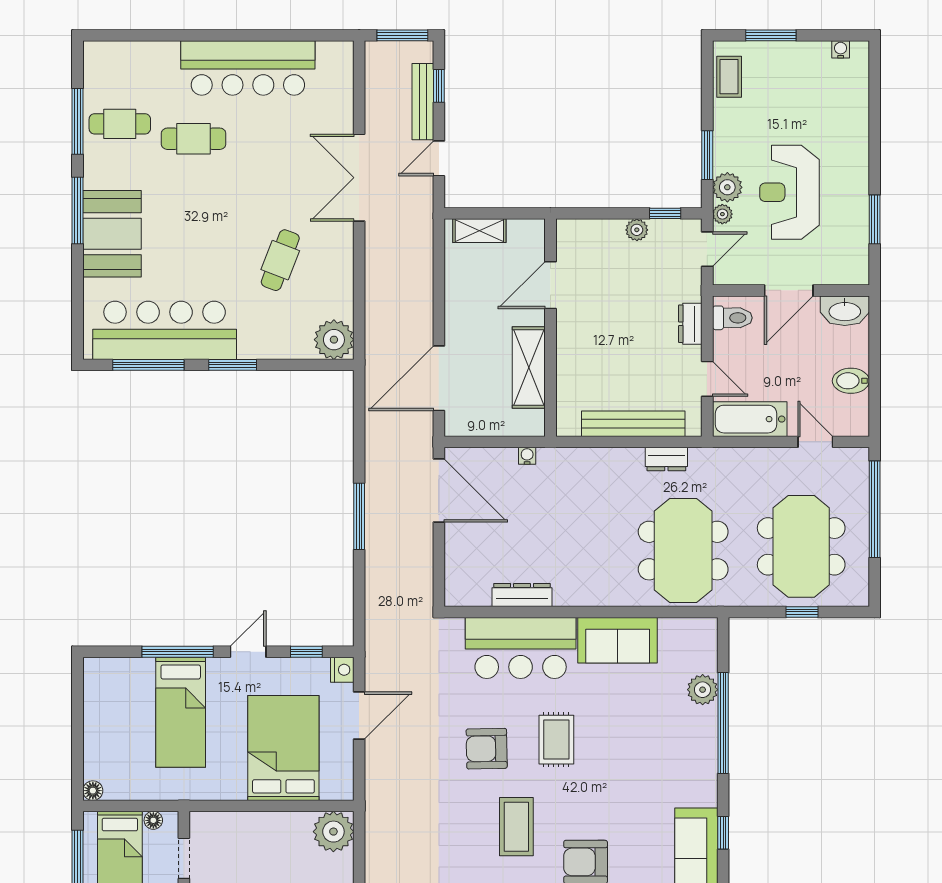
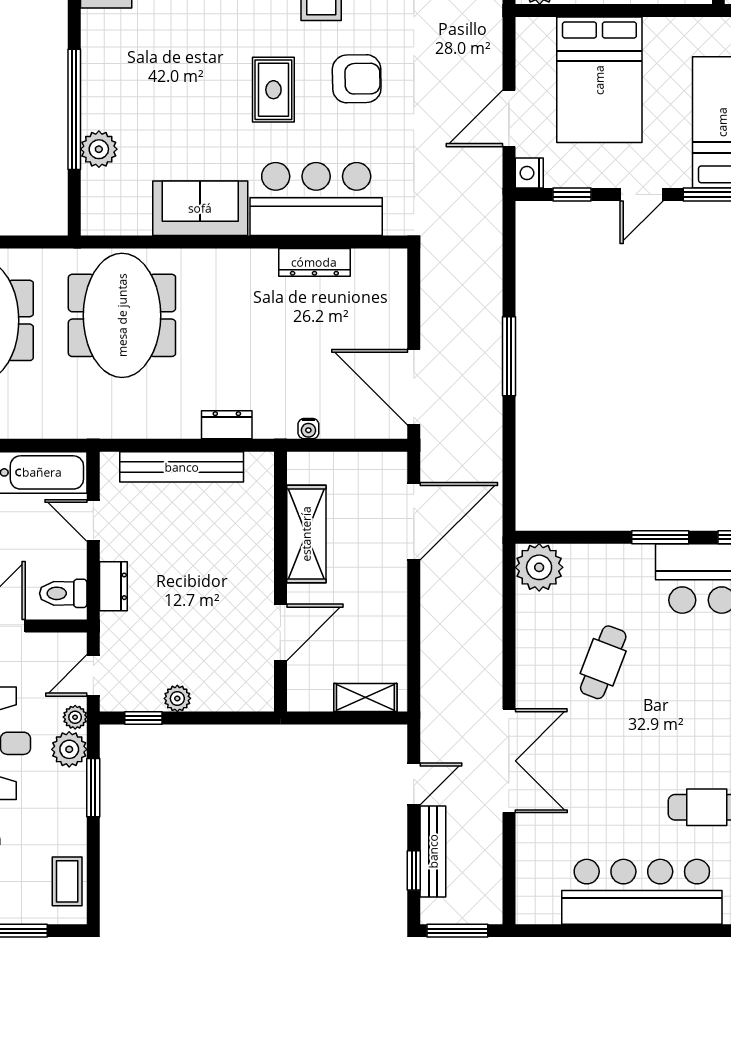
dresser: (666, 459) -> (227, 425), moved

